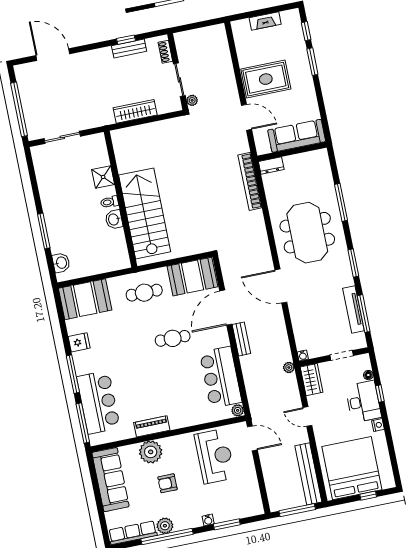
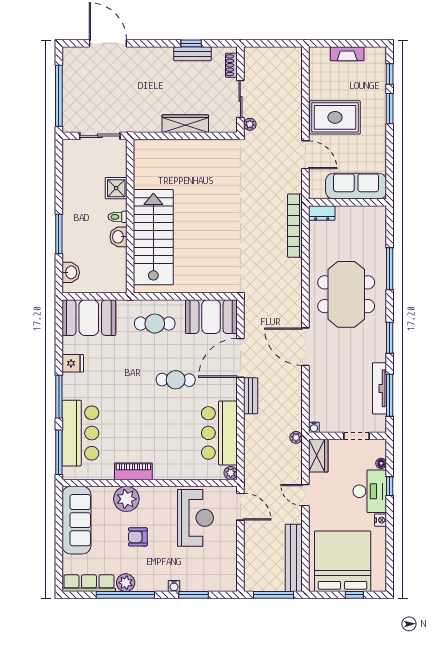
shower: (103, 177) -> (116, 188), moved
wall: (120, 199) -> (130, 216), moved
toilet: (109, 202) -> (118, 217), moved
stairs: (145, 213) -> (153, 237), moved
washbasin: (114, 219) -> (118, 237), moved

